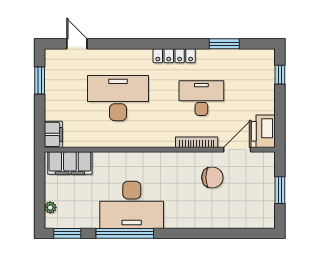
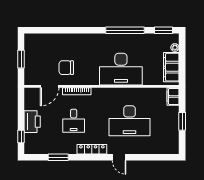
door: (77, 44) -> (119, 157), moved
window: (40, 81) -> (182, 121), moved
desk: (201, 98) -> (74, 121), width x0.73
printer: (263, 131) -> (32, 122), moved
filing cabinet: (70, 163) -> (171, 67), moved, turned -90
desk: (132, 205) -> (121, 69), moved, turned 180

